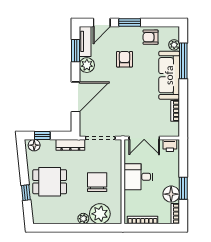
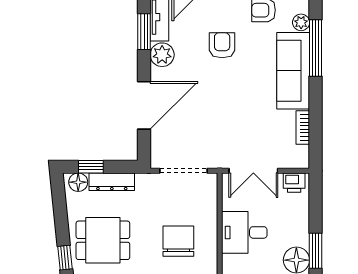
dresser: (70, 145) -> (112, 182), moved

